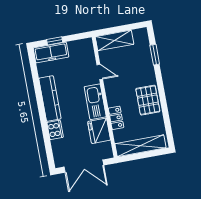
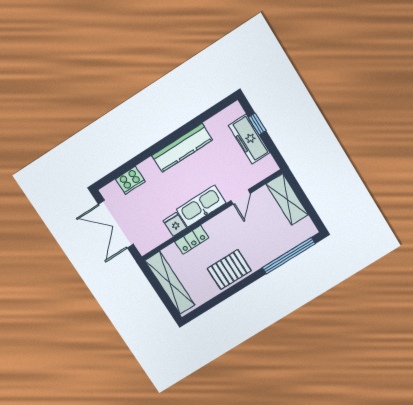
freezer: (51, 52) -> (249, 139), moved
window: (155, 55) -> (289, 256), width x2.11
cooker: (55, 130) -> (130, 180), moved
fridge: (99, 131) -> (175, 224), width x0.53, depth x0.75

